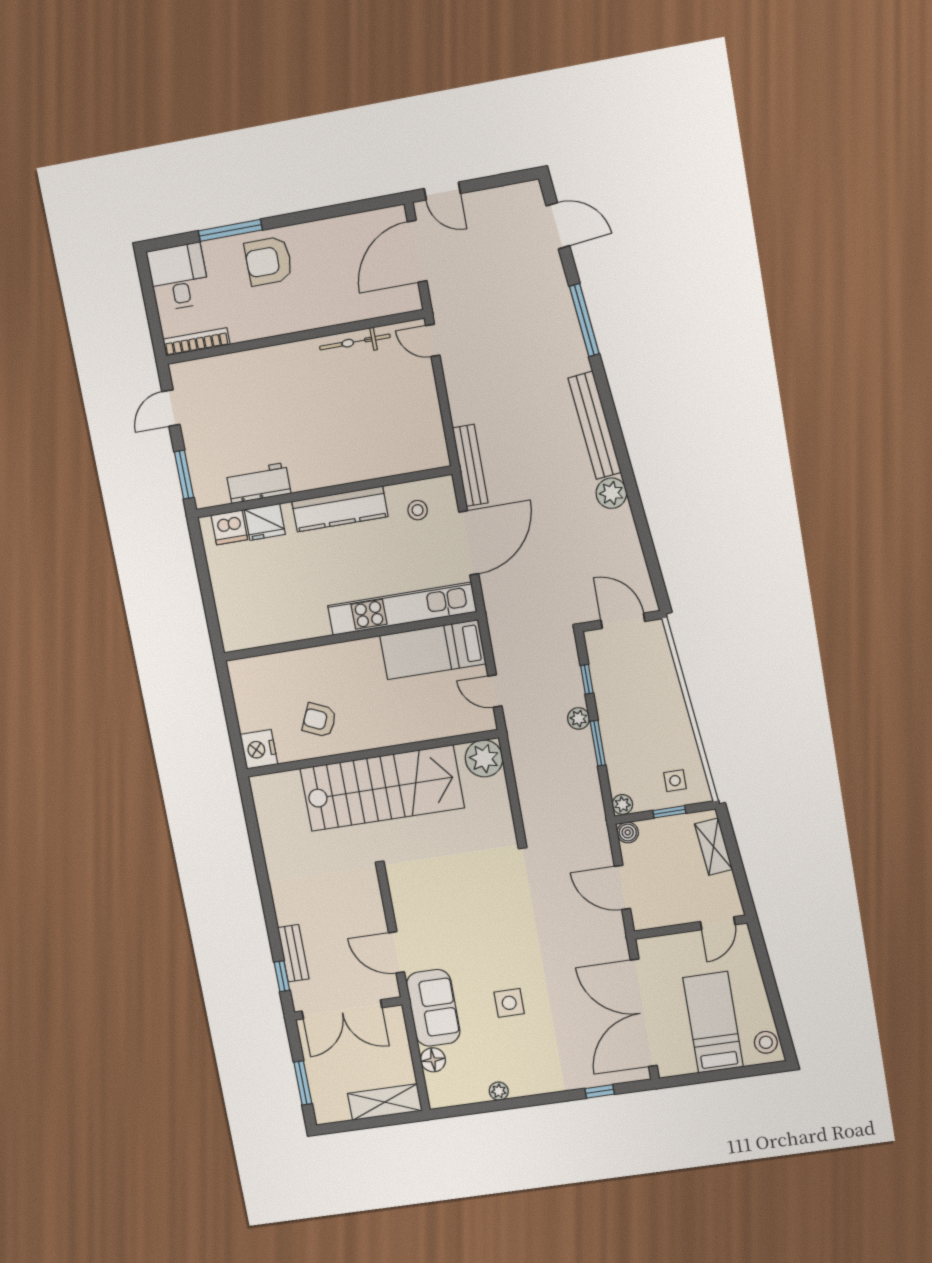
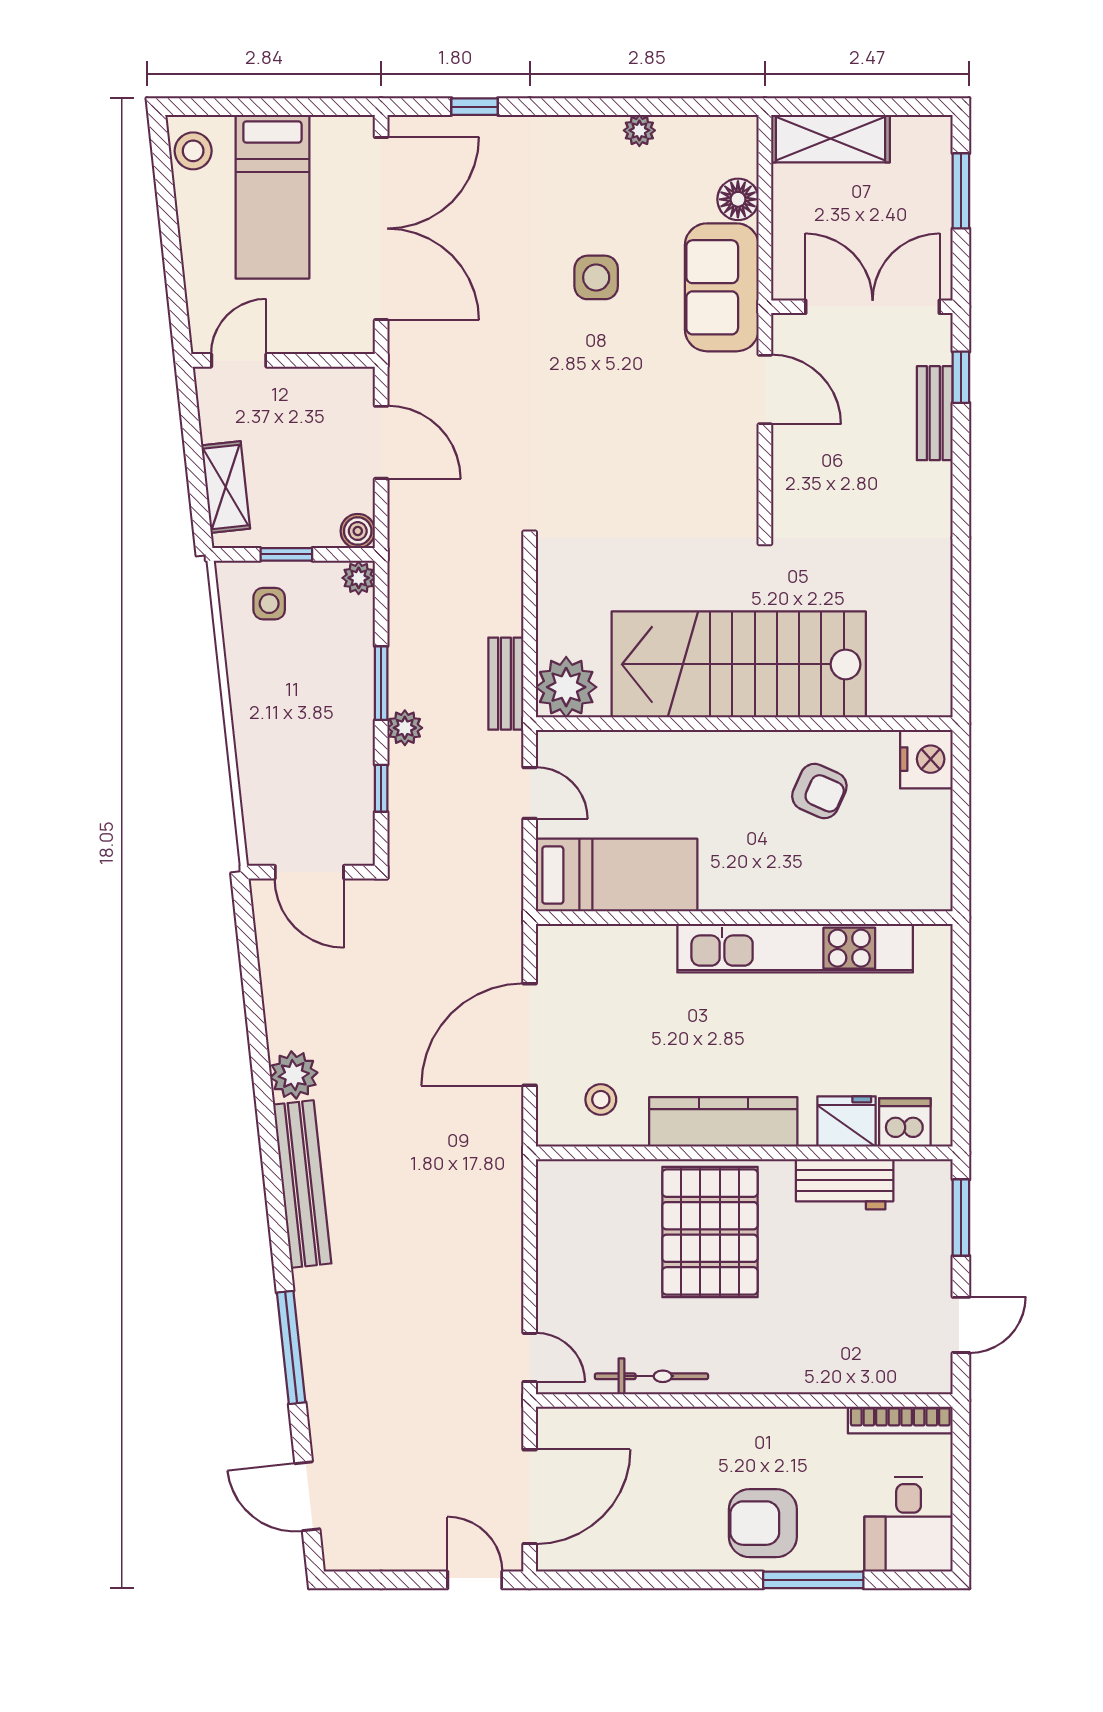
armchair: (268, 261) -> (763, 1523), turned 180
pallet: (335, 439) -> (710, 1232), added
bench: (470, 465) -> (506, 684), moved, width x0.73
kitchen unit: (402, 609) -> (795, 948), moved

